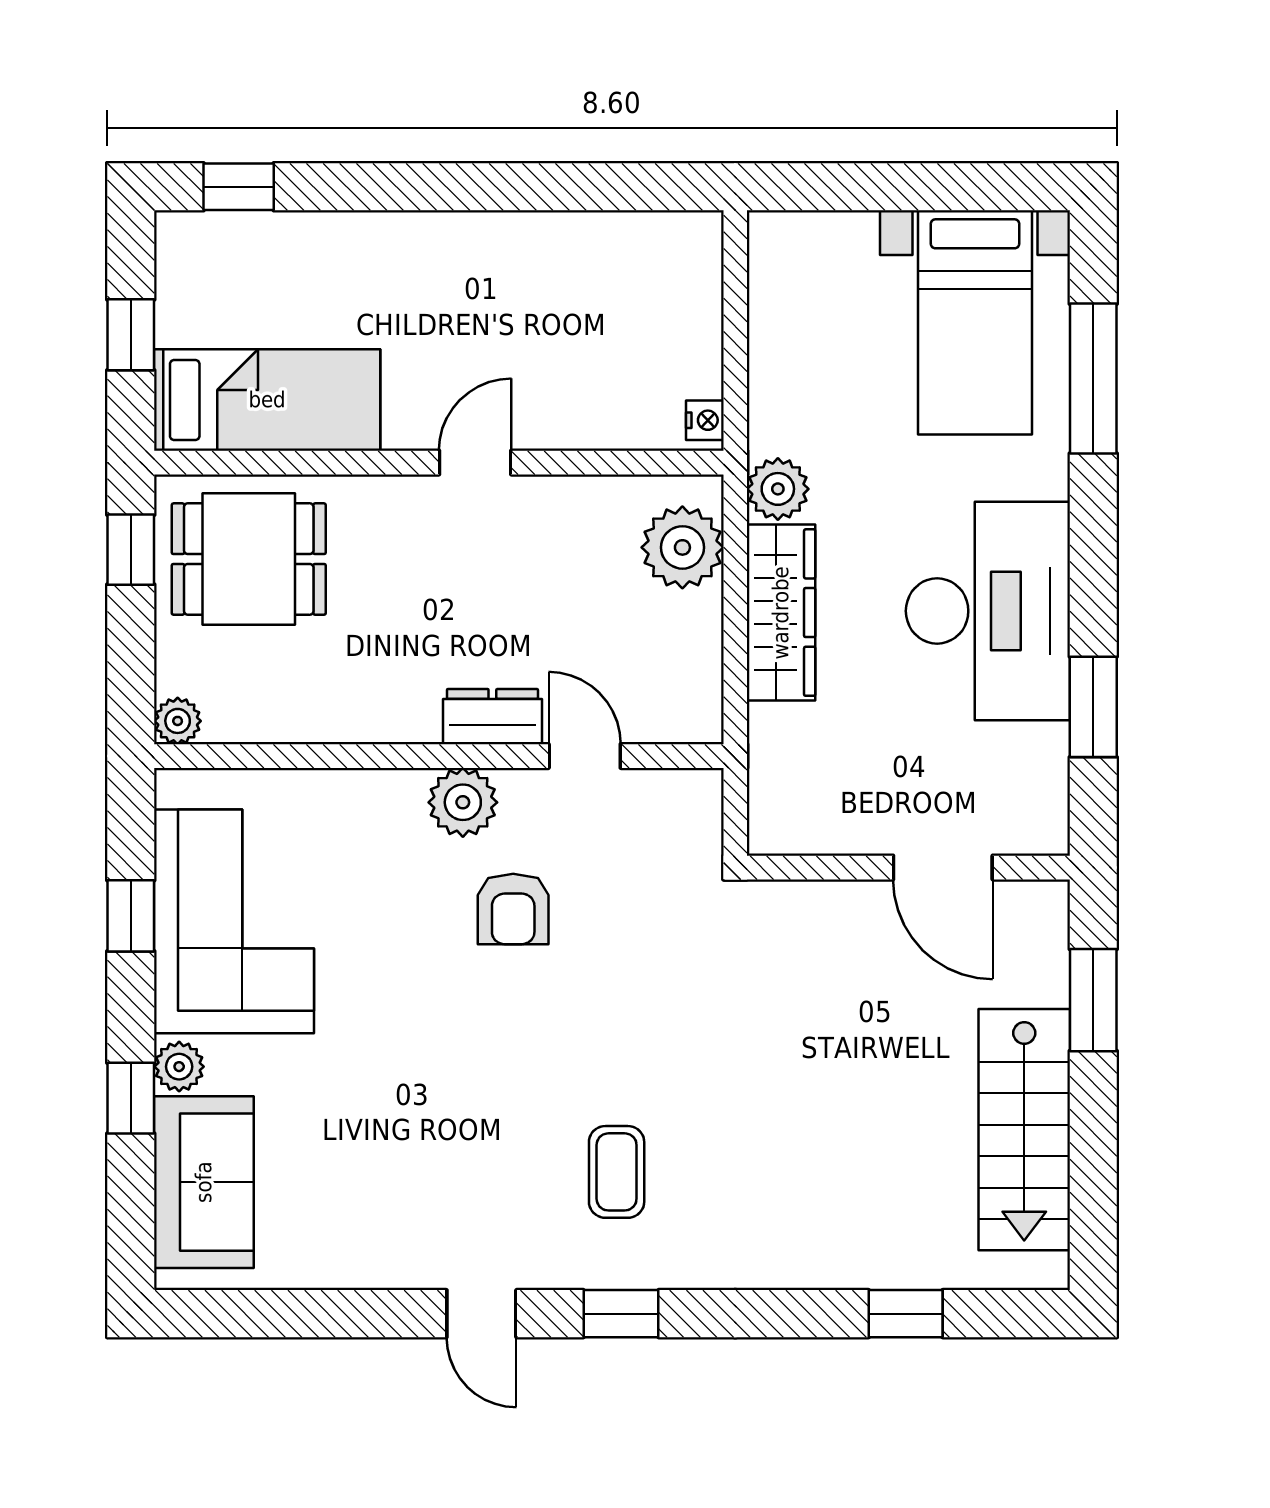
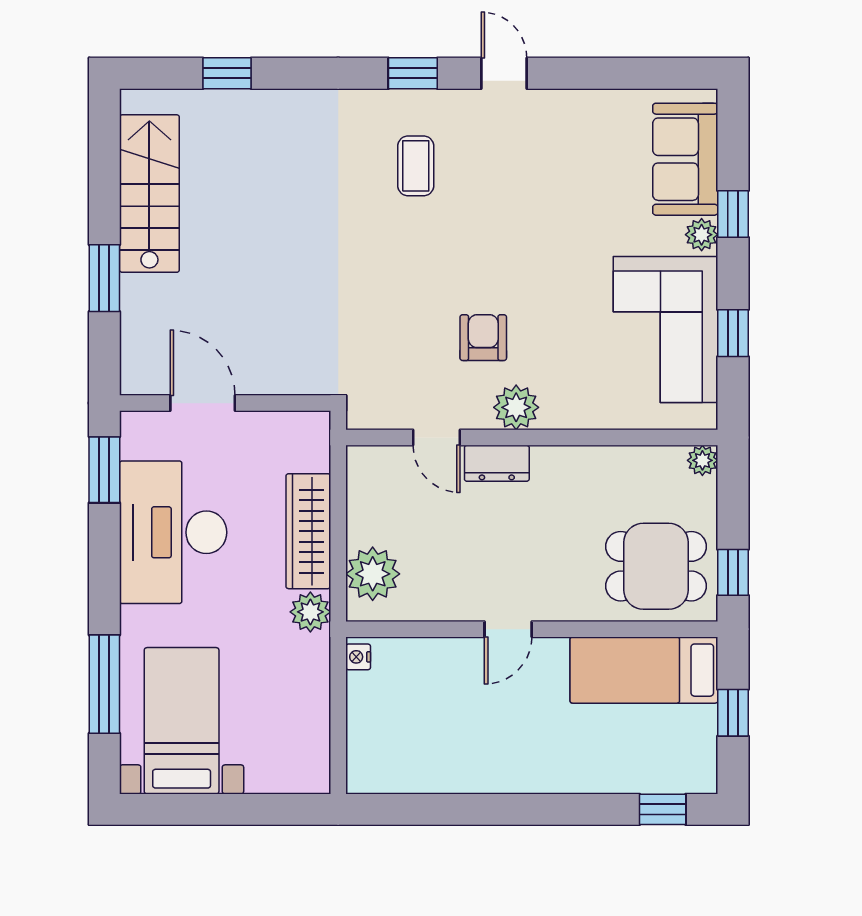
wall: (908, 868) -> (225, 403), moved
door: (943, 868) -> (203, 403), moved

